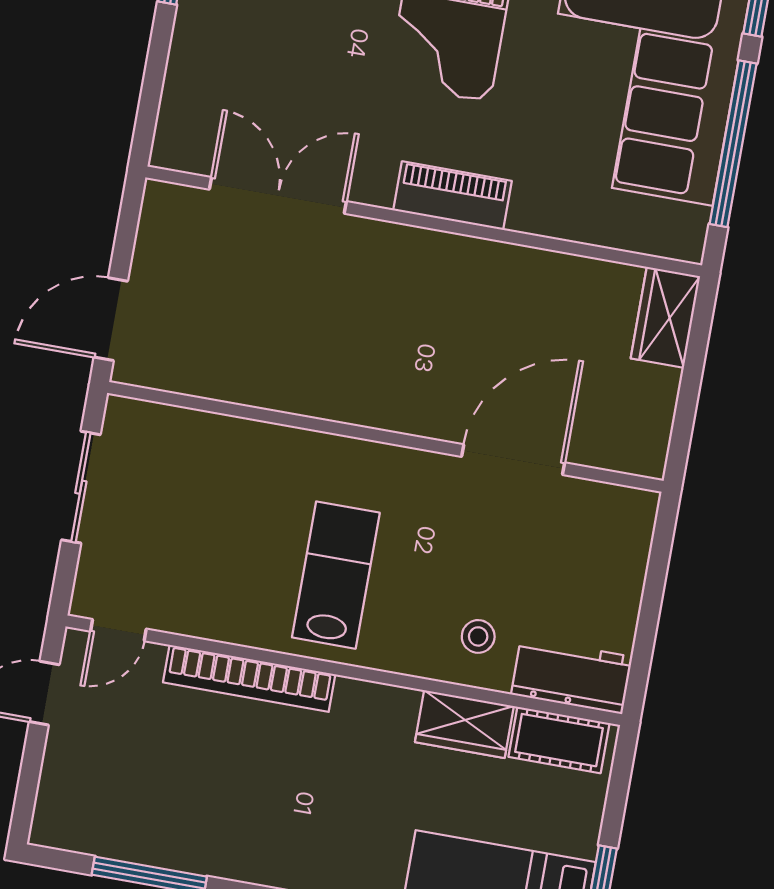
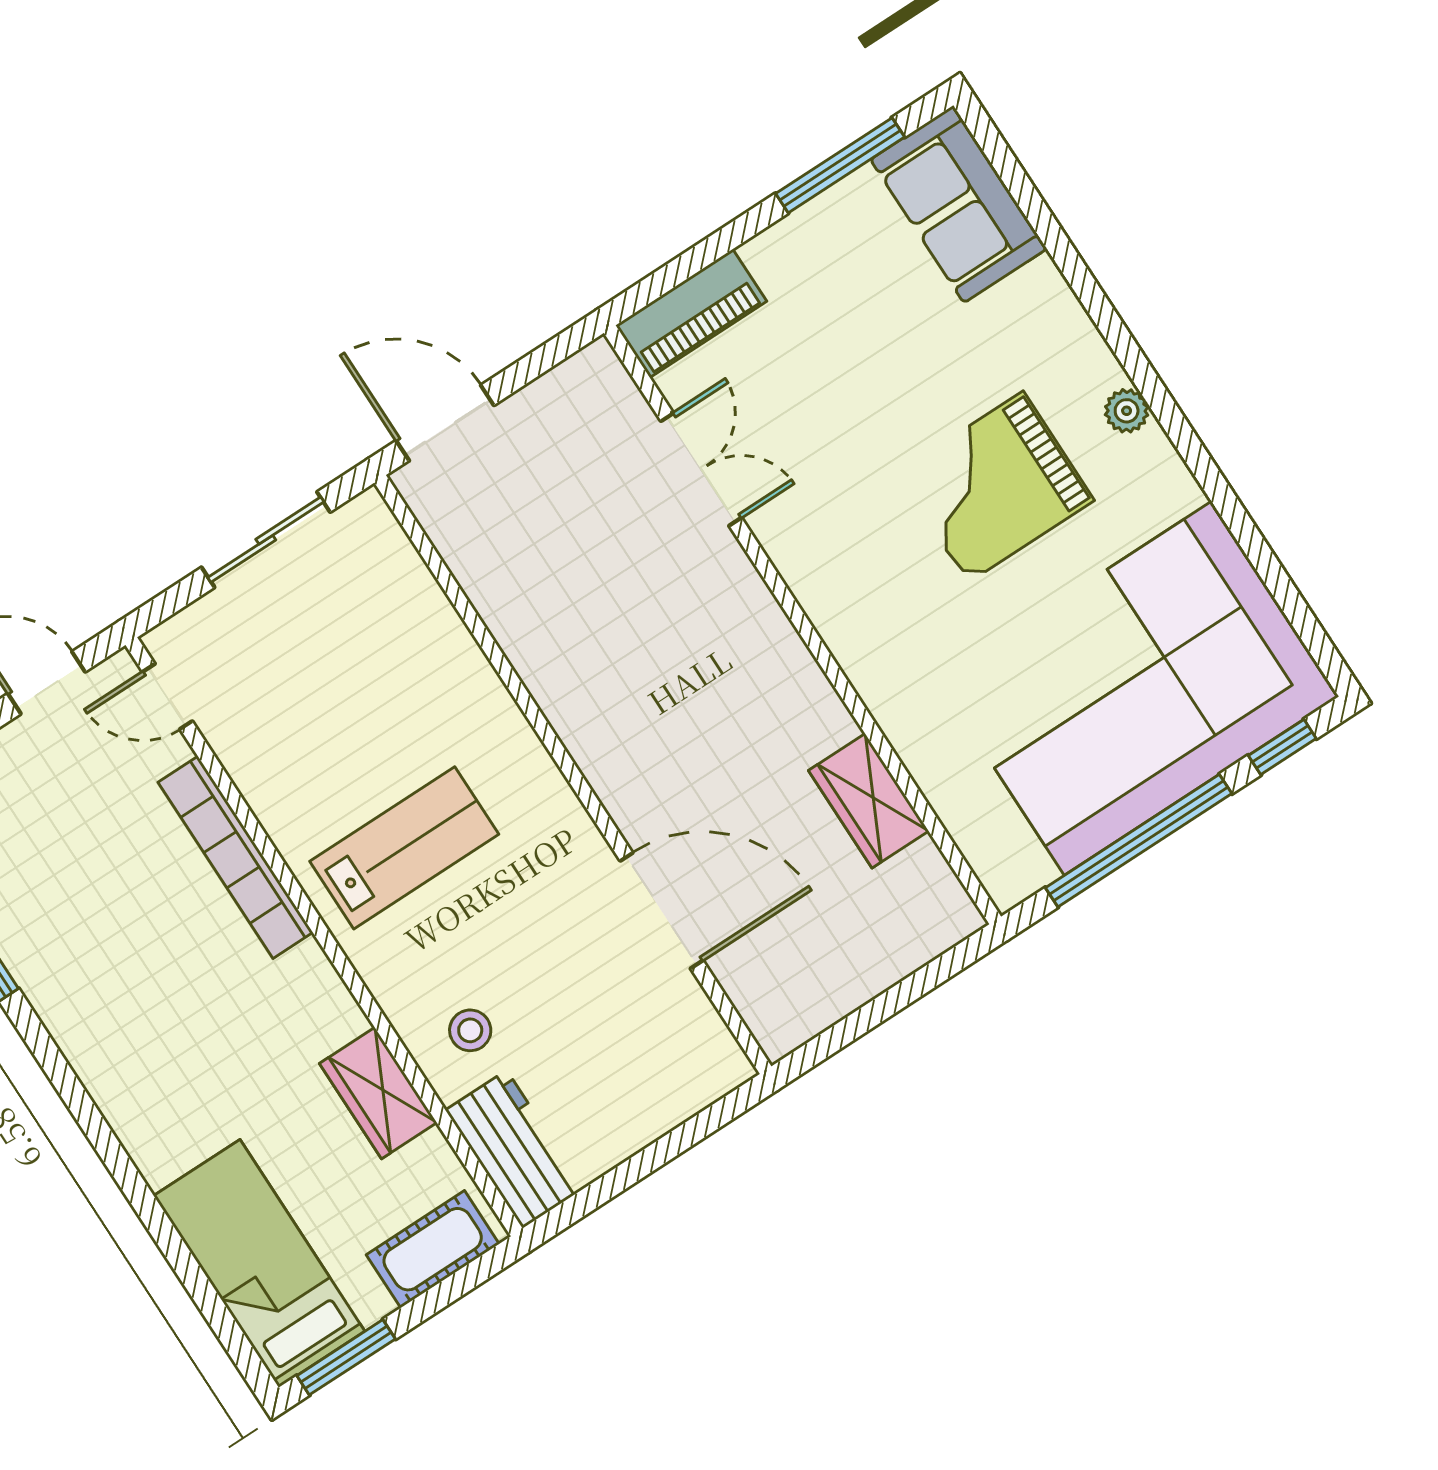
double door: (278, 195) -> (701, 469), width x0.73
piano: (452, 196) -> (691, 313), moved, turned 90
wardrobe: (665, 317) -> (869, 801), moved, turned -90
cot: (559, 740) -> (433, 1249), moved, turned 90

